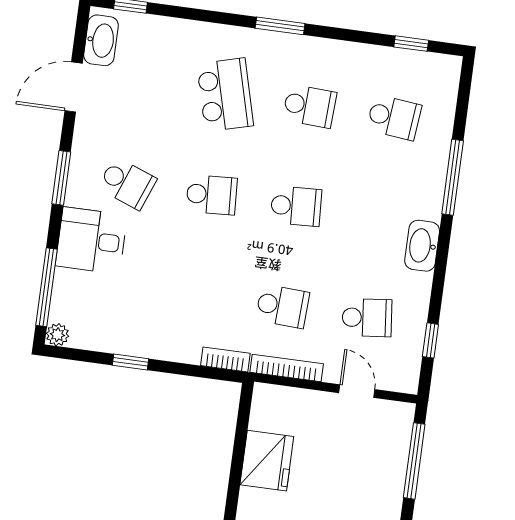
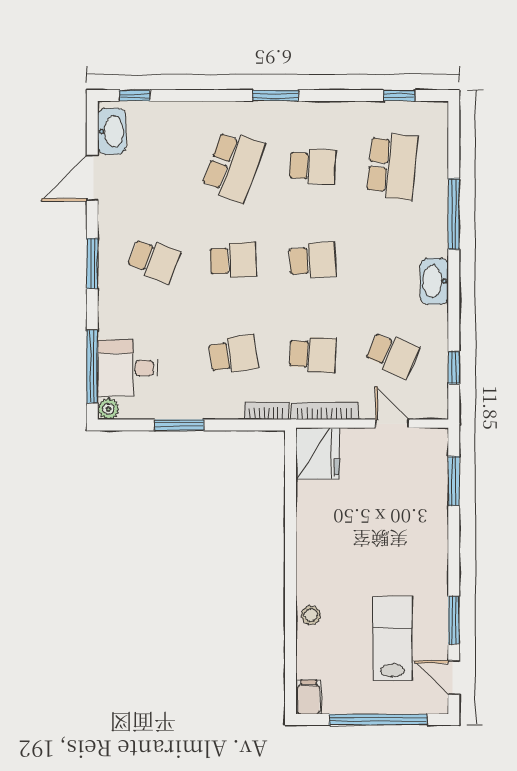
school desk: (225, 95) -> (233, 166), turned 36
school desk: (394, 118) -> (392, 166), width x1.85
desk: (91, 240) -> (128, 368), moved
school desk: (198, 295) -> (233, 354), added
school desk: (367, 318) -> (392, 354), turned 30
window: (131, 362) -> (179, 425), width x1.50
fridge: (267, 461) -> (318, 453), moved
window: (414, 461) -> (454, 481), width x0.69

